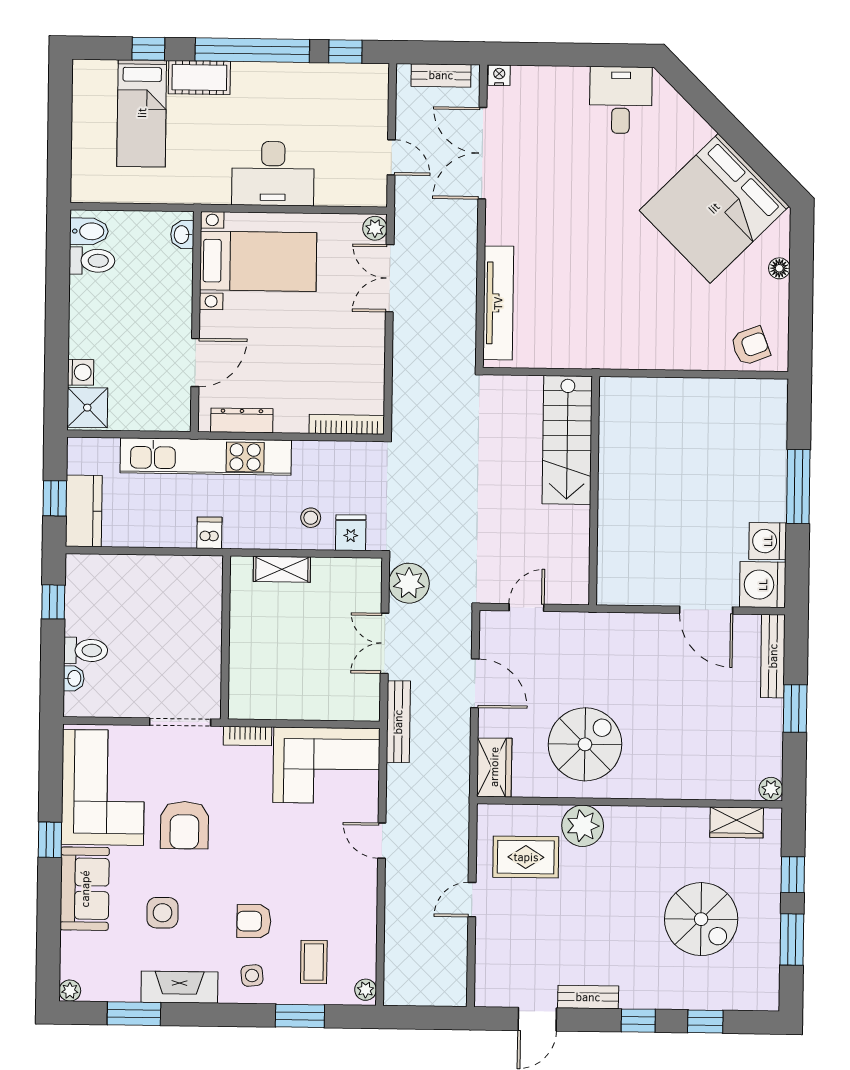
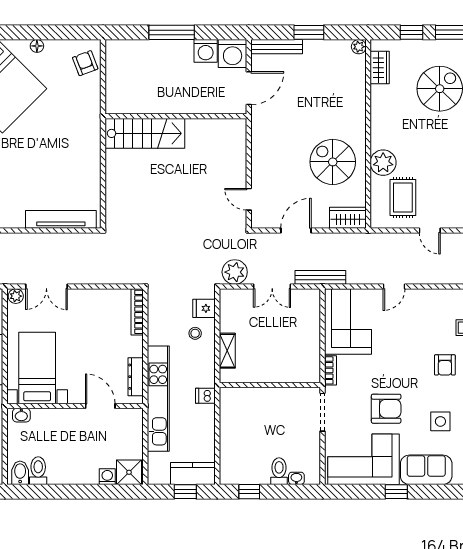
stairs: (567, 440) -> (145, 133), moved
wall: (594, 491) -> (176, 116), moved

